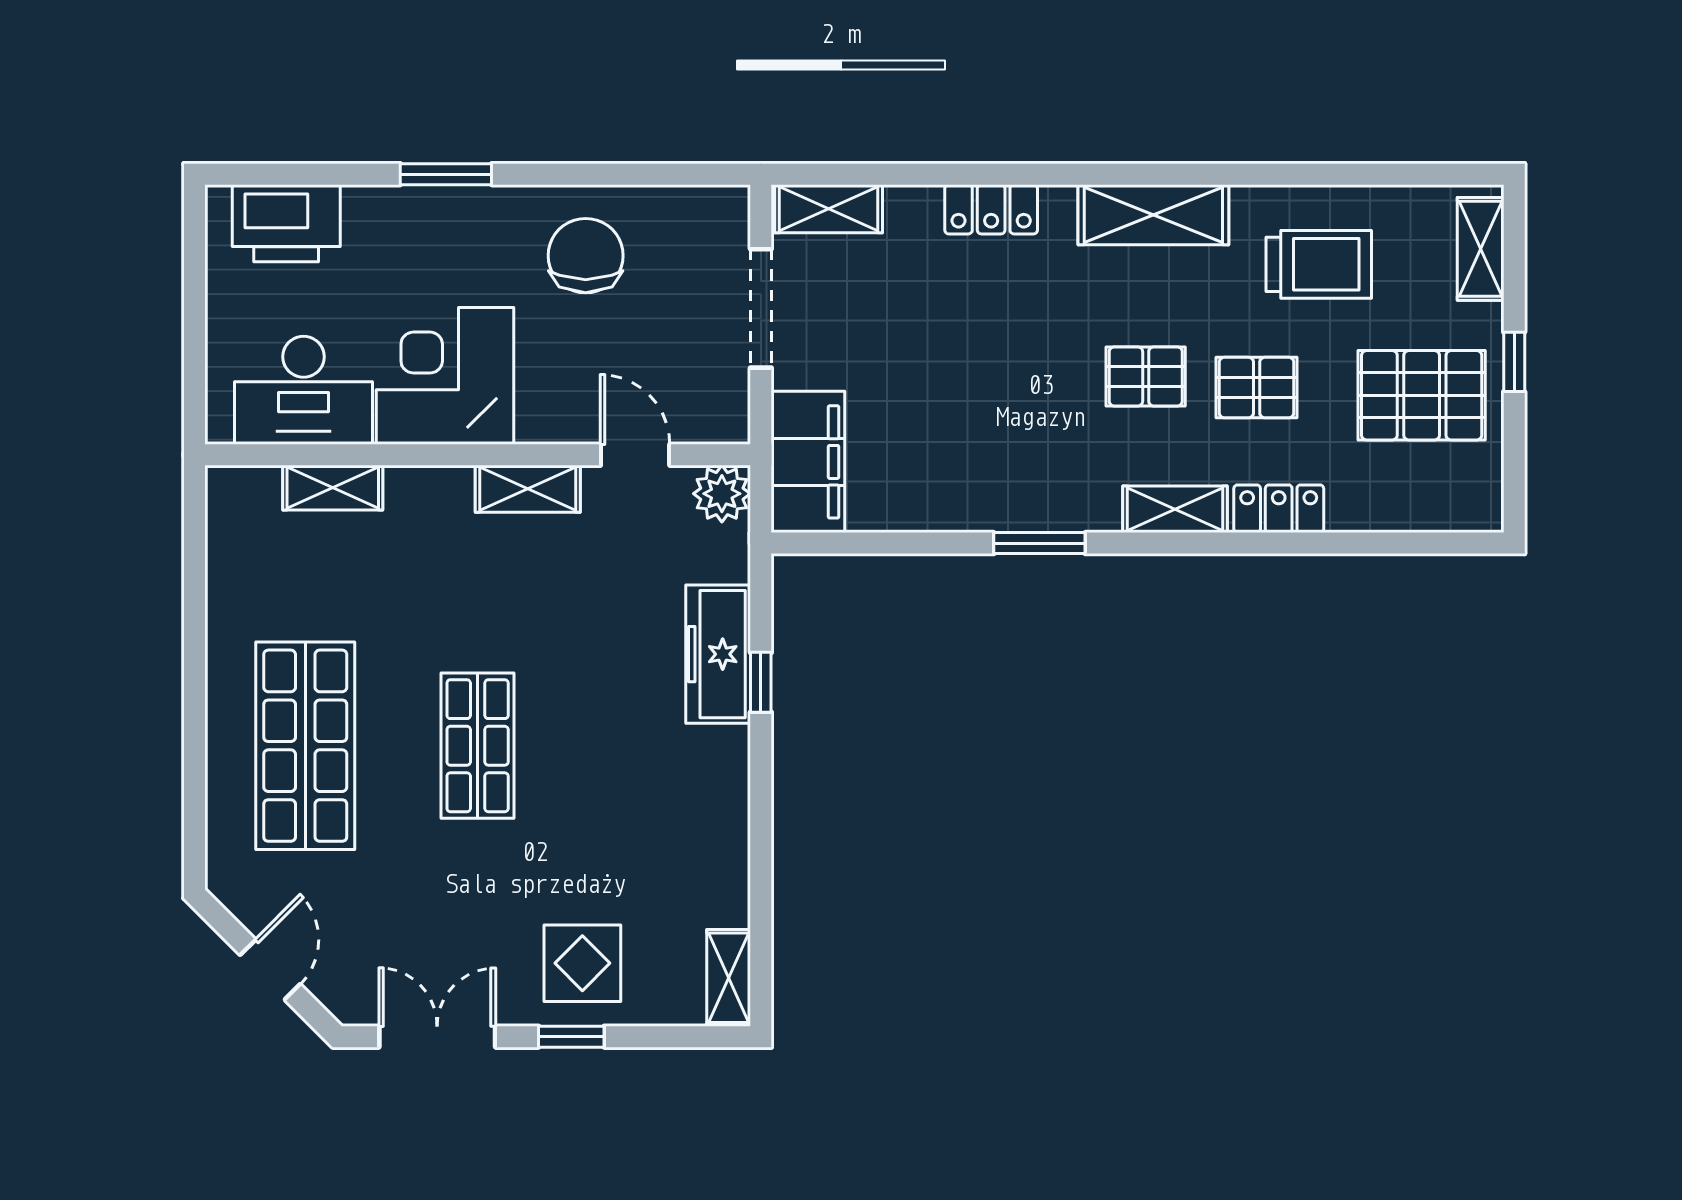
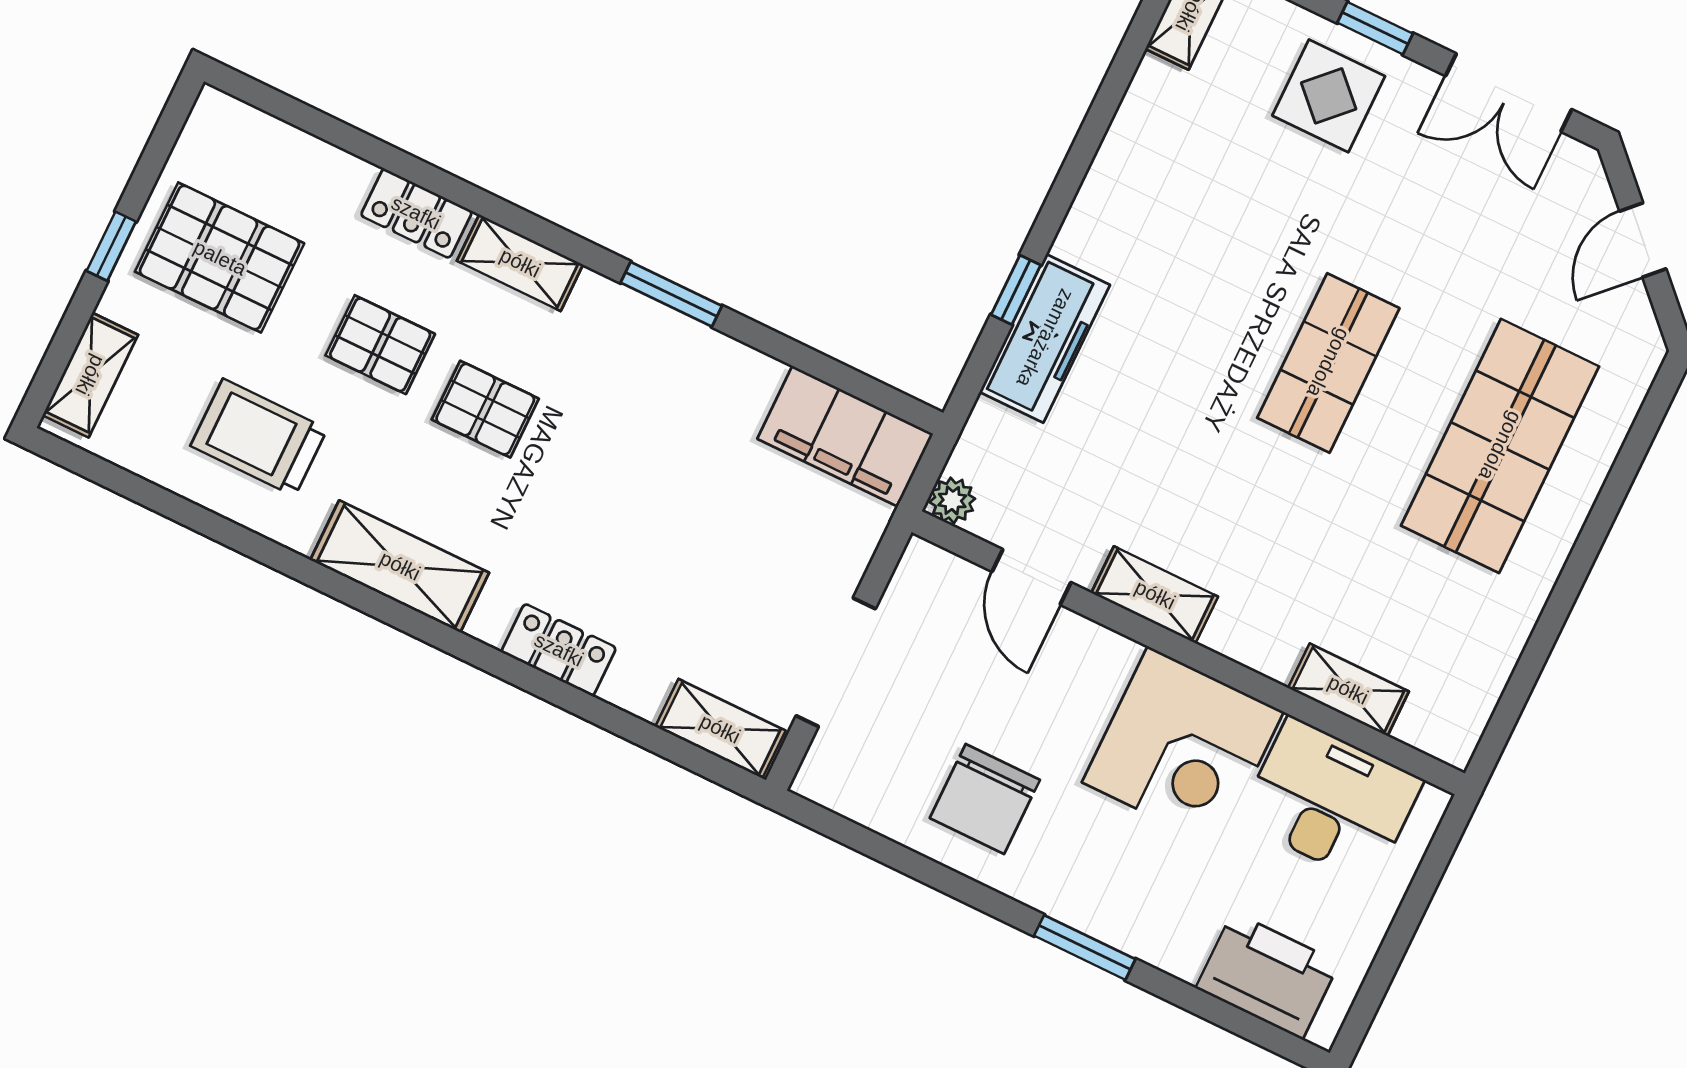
filing cabinet: (808, 462) -> (845, 436), moved, turned -90
plant: (722, 494) -> (952, 500), width x0.73, depth x0.73

